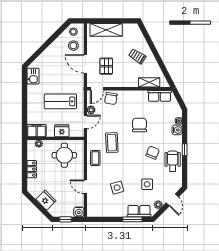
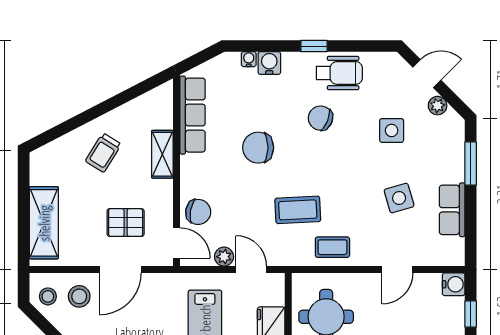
shelving: (149, 82) -> (162, 154), moved
row of seats: (160, 96) -> (193, 115), width x1.48
wheelchair: (173, 161) -> (339, 73), turned 180
row of seats: (139, 211) -> (452, 210), moved

